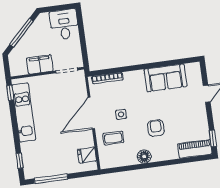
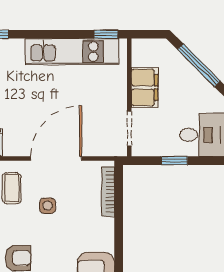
window: (83, 40) -> (174, 161), added
door: (91, 113) -> (56, 159), hinge flipped

